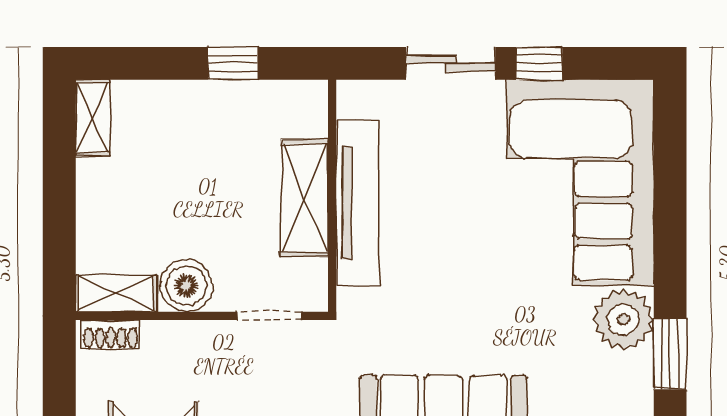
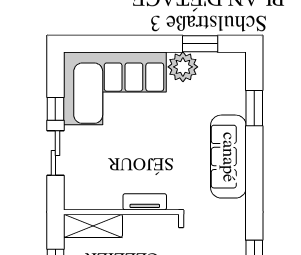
shelving: (304, 198) -> (93, 226), moved
tv unit: (357, 203) -> (145, 202), width x0.52, depth x0.78

